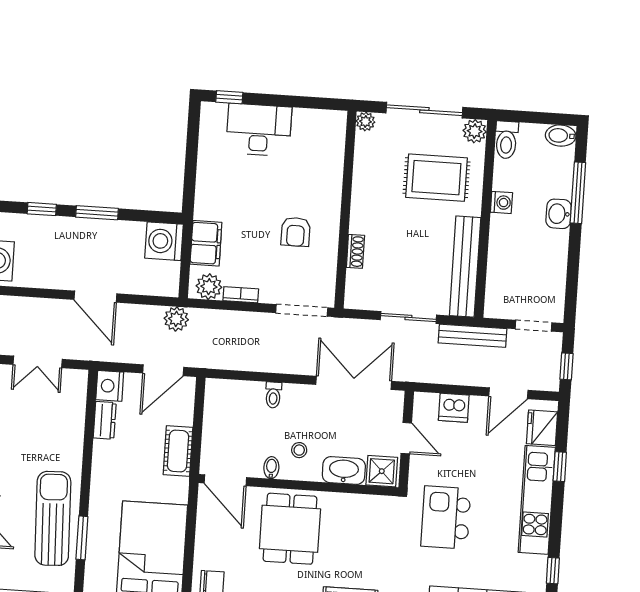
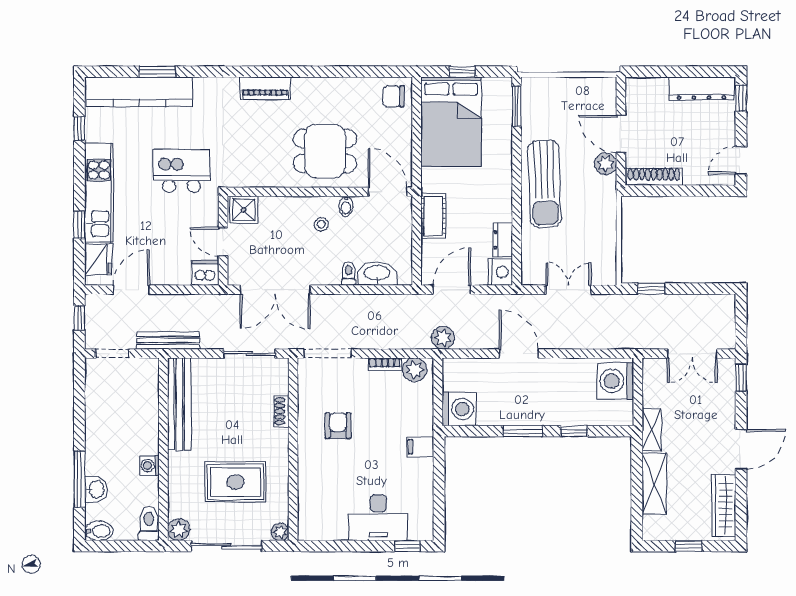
rug: (436, 178) -> (236, 482), moved
washbasin: (559, 214) -> (96, 489), moved
filing cabinet: (206, 243) -> (420, 447), moved, width x0.50
sliding door: (408, 317) -> (249, 354), moved
dishwasher: (454, 408) -> (205, 273), moved
washbasin: (344, 471) -> (377, 273), moved, turned 180
kitchen island: (446, 517) -> (182, 171), turned -90
sun lounger: (53, 518) -> (545, 184), moved
dining table: (290, 529) -> (325, 151), turned 90
window: (82, 538) -> (517, 106), moved

